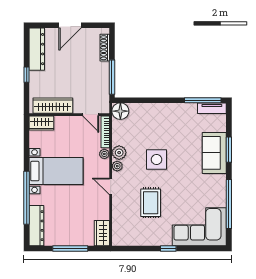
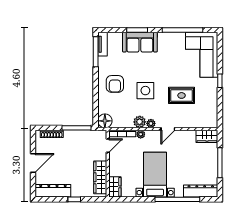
door: (70, 25) -> (33, 163), hinge flipped
armchair: (164, 123) -> (115, 84), added

